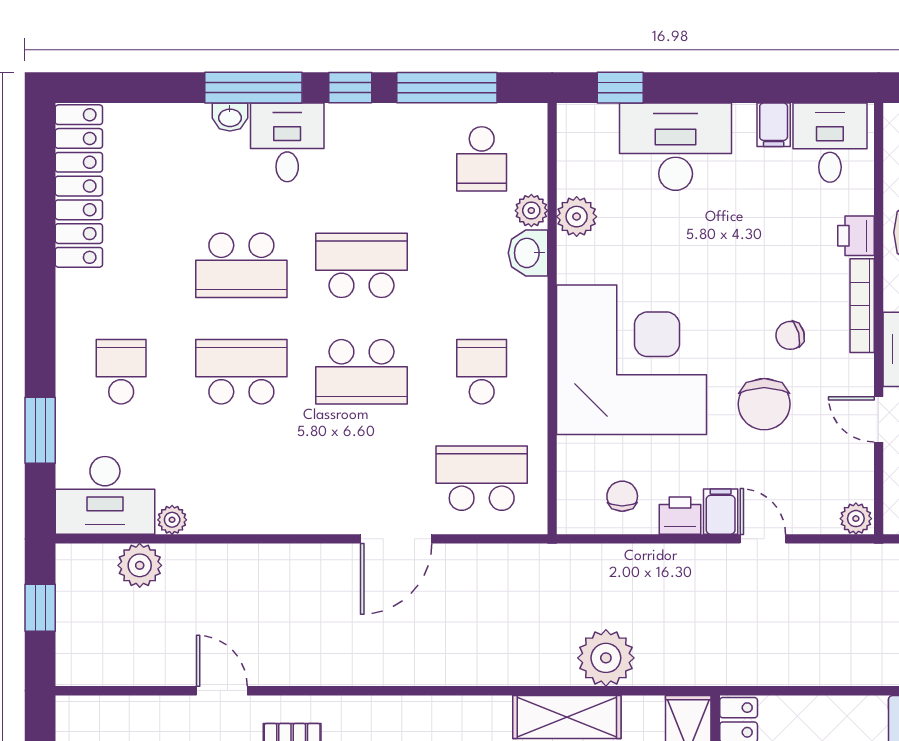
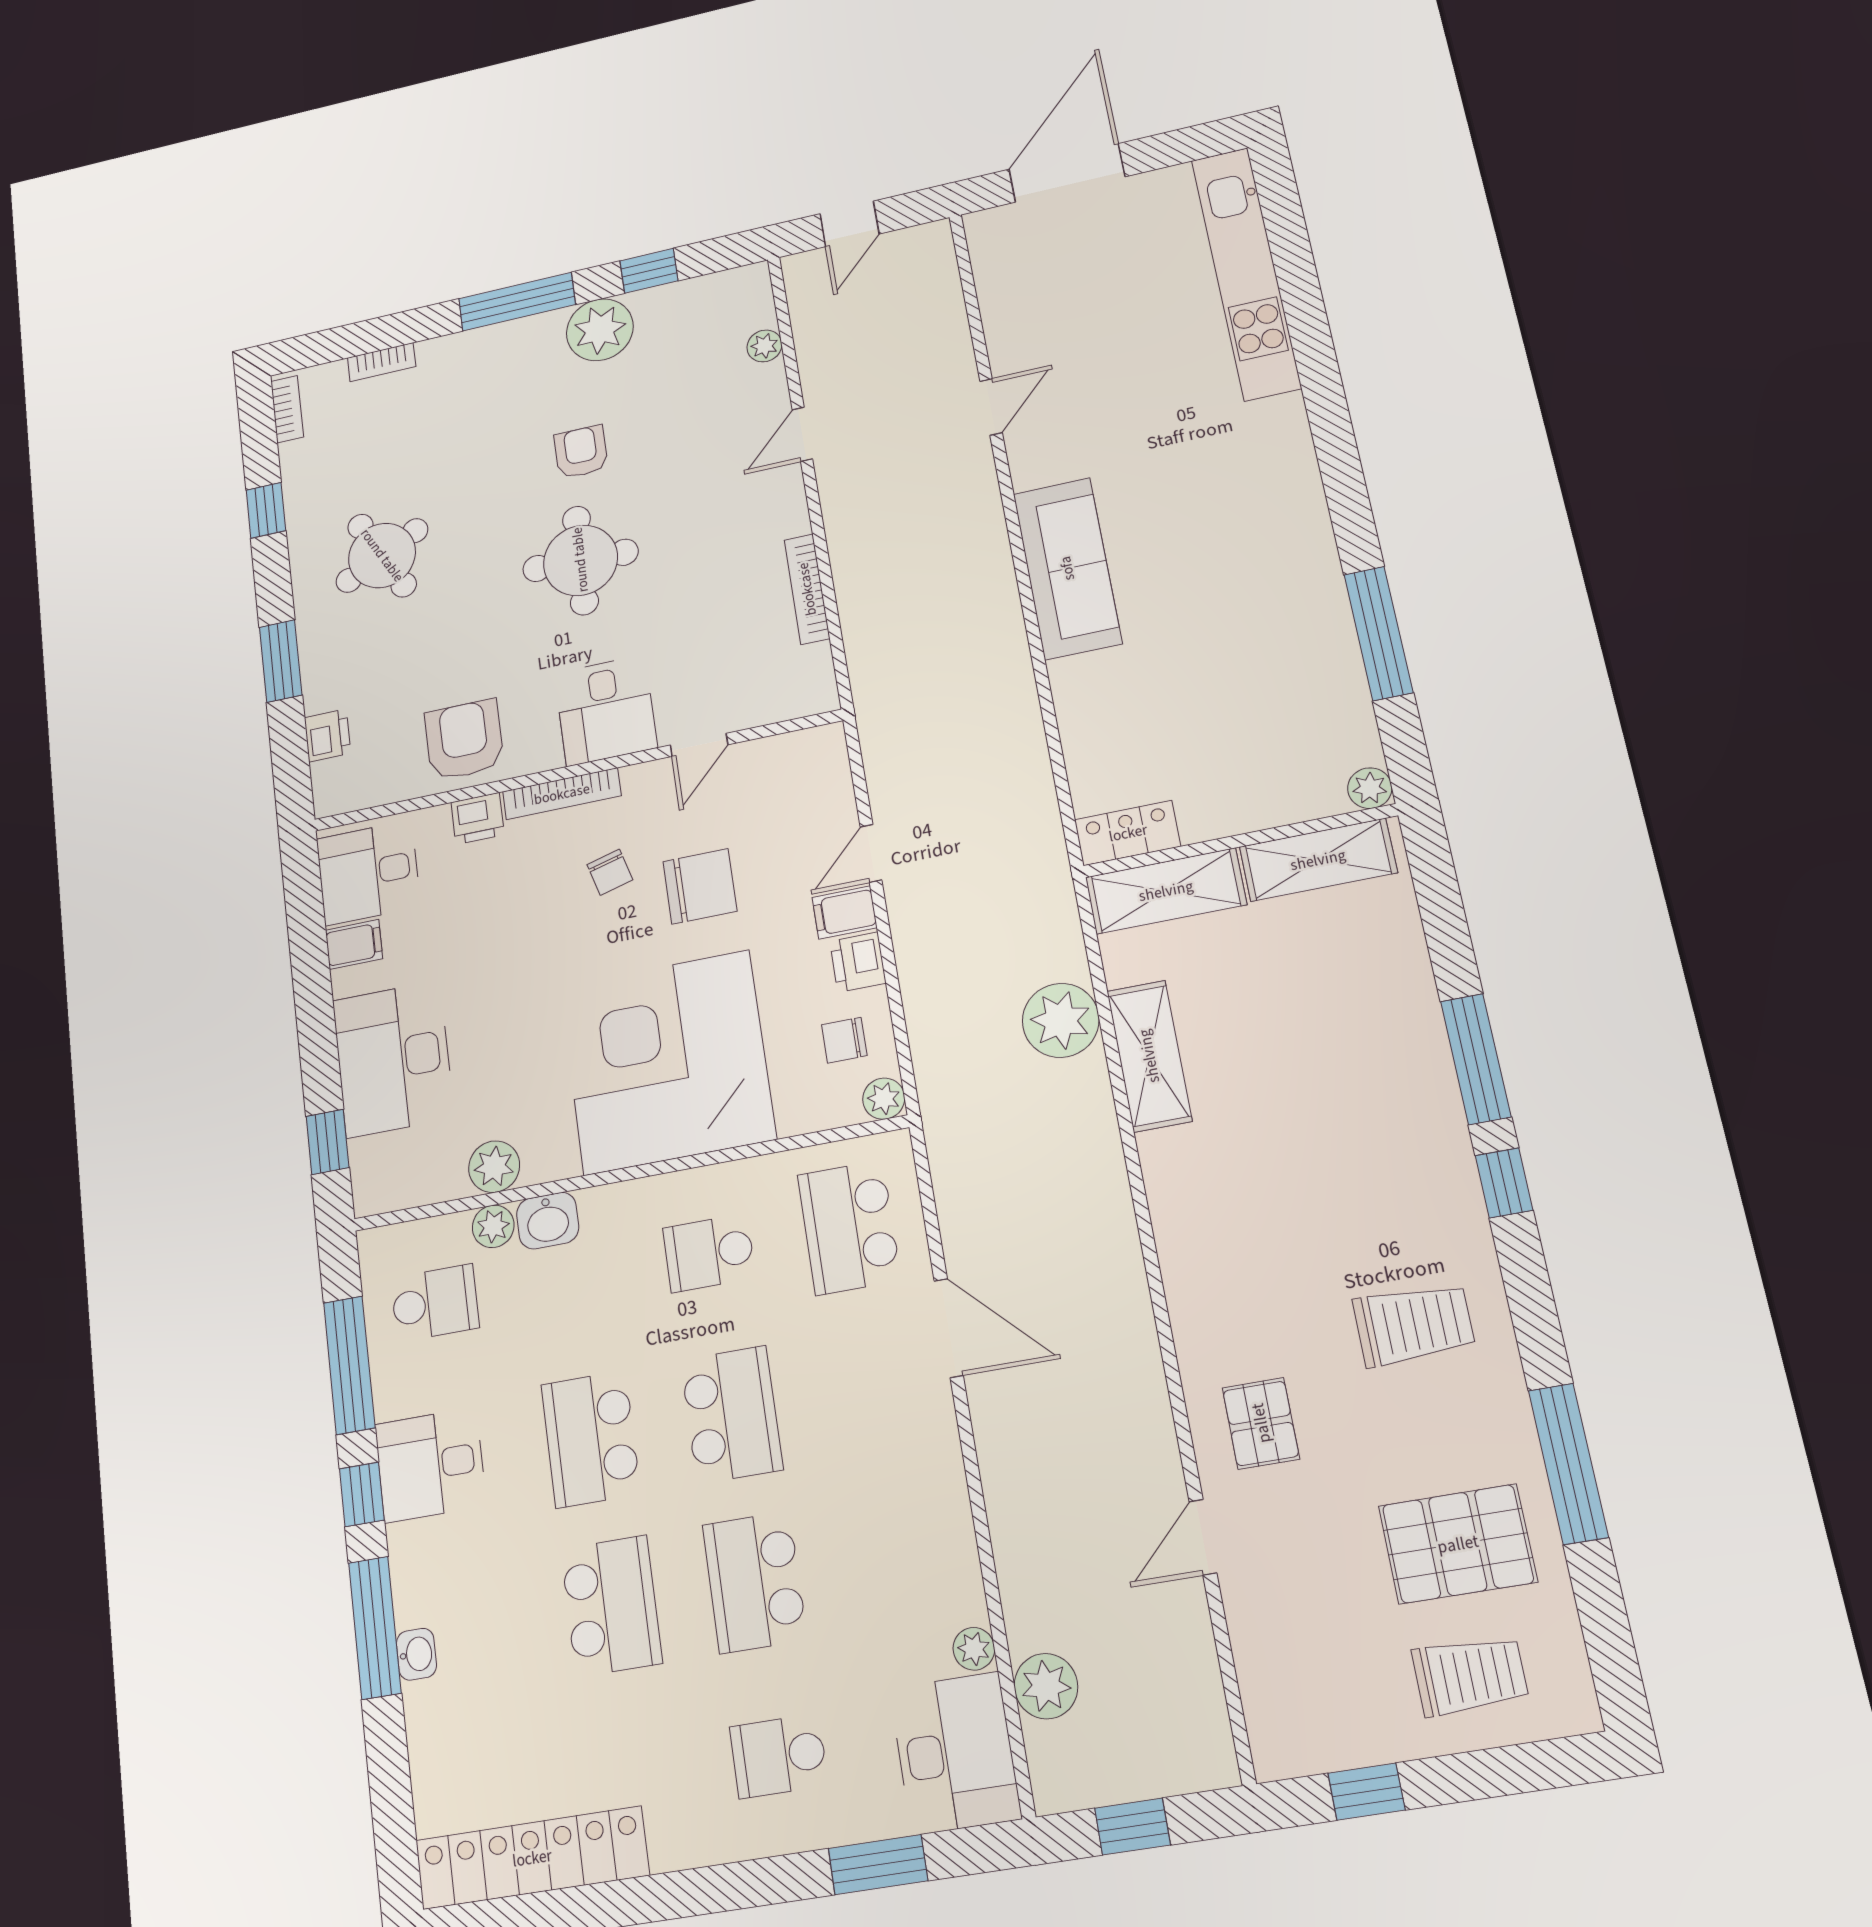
desk: (287, 142) -> (430, 1465), moved
plant: (856, 519) -> (884, 1099), moved

